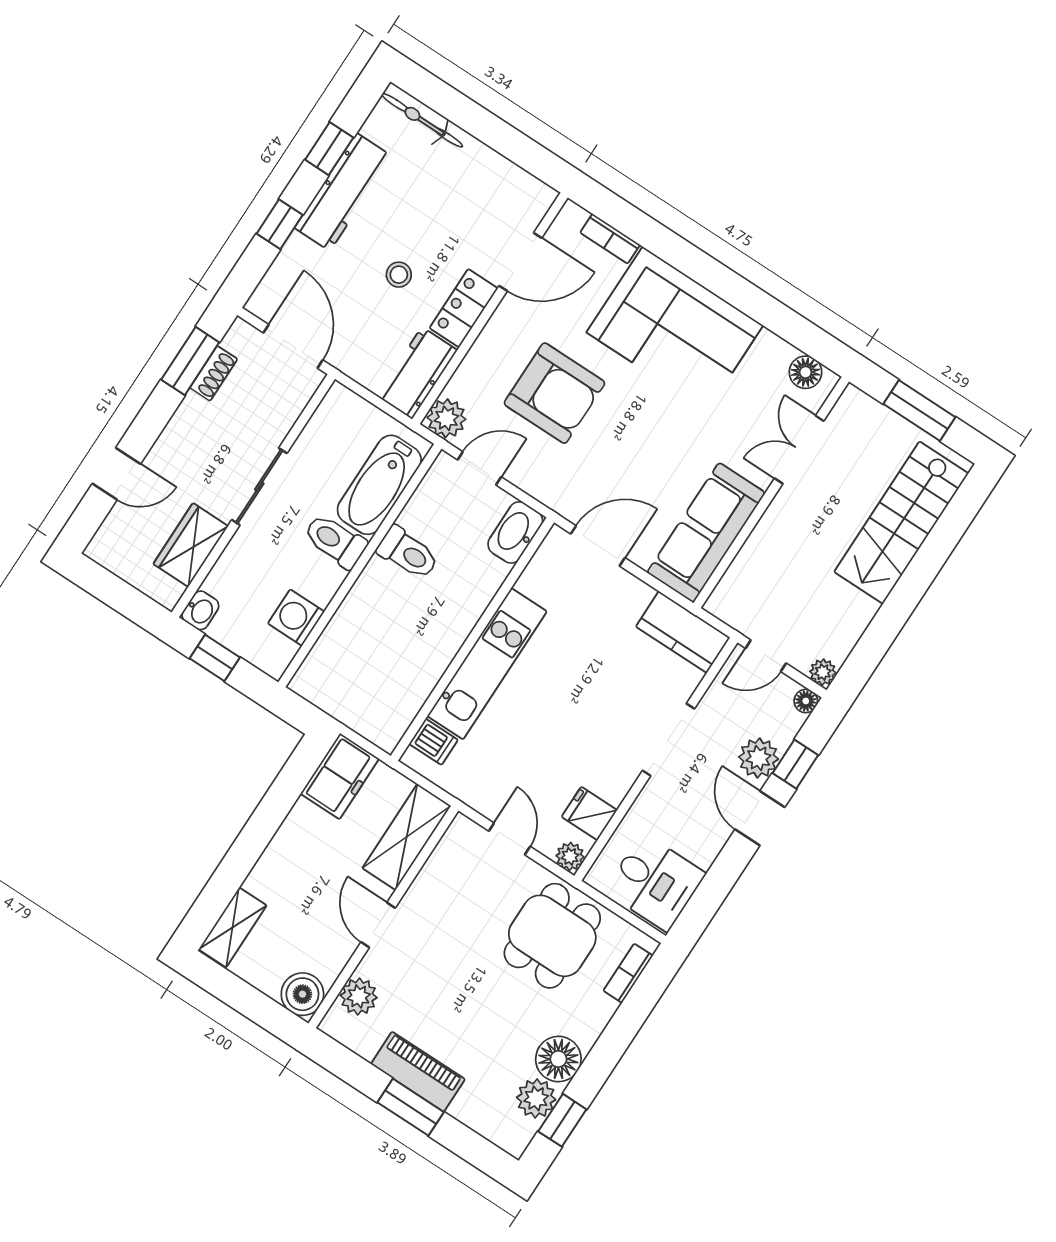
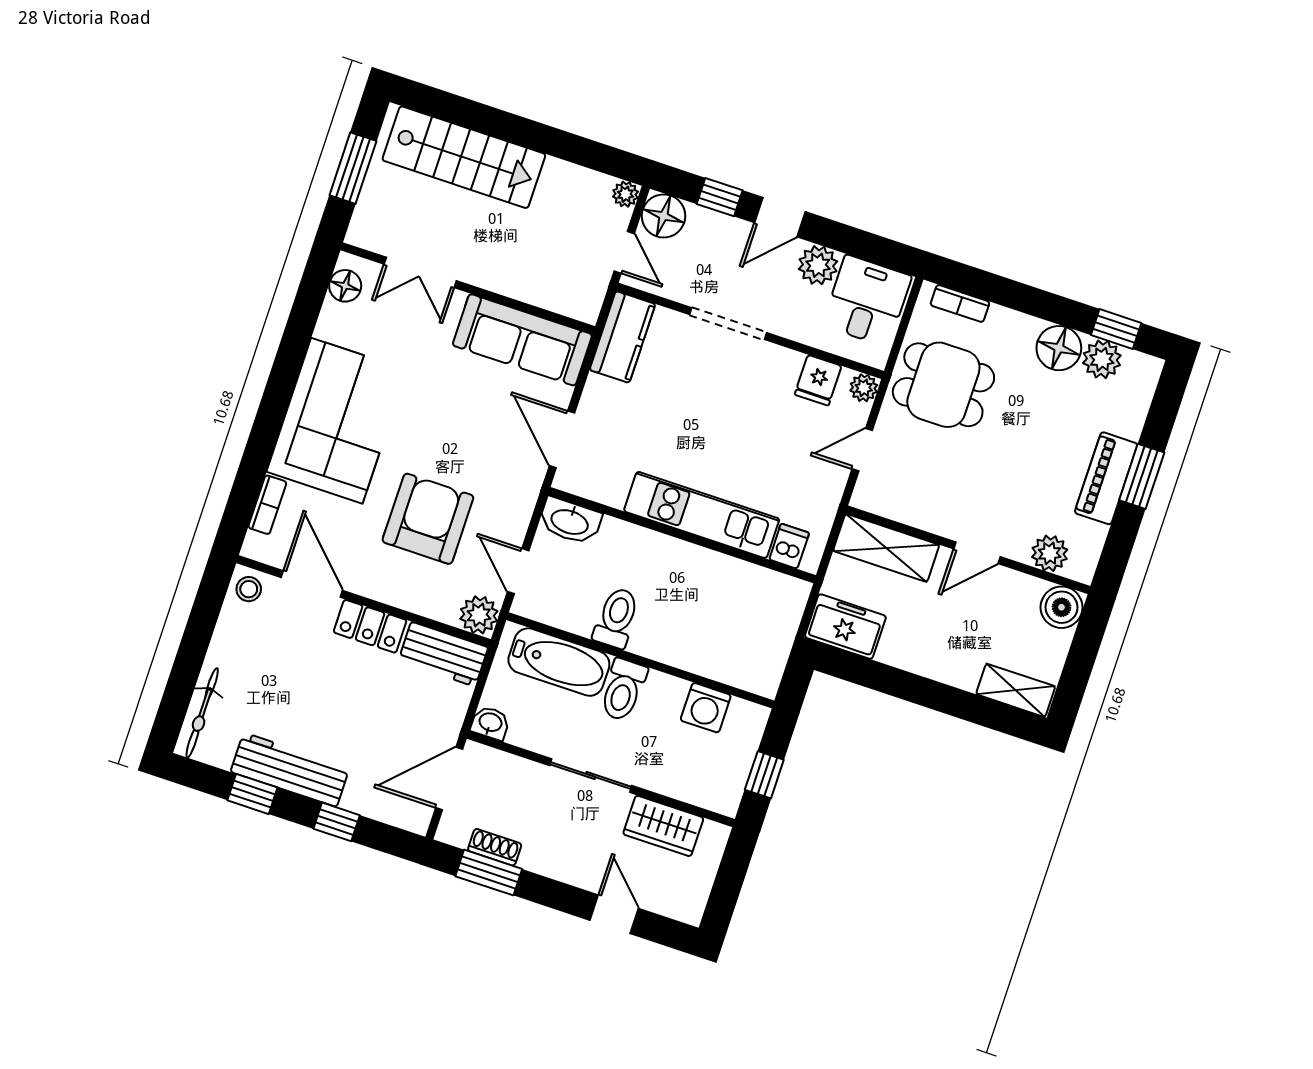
stool: (399, 275) -> (249, 589), moved
washbasin: (200, 610) -> (490, 723), moved
floor lamp: (806, 701) -> (664, 216), width x1.89, depth x1.89
plant: (759, 758) -> (818, 265), moved

